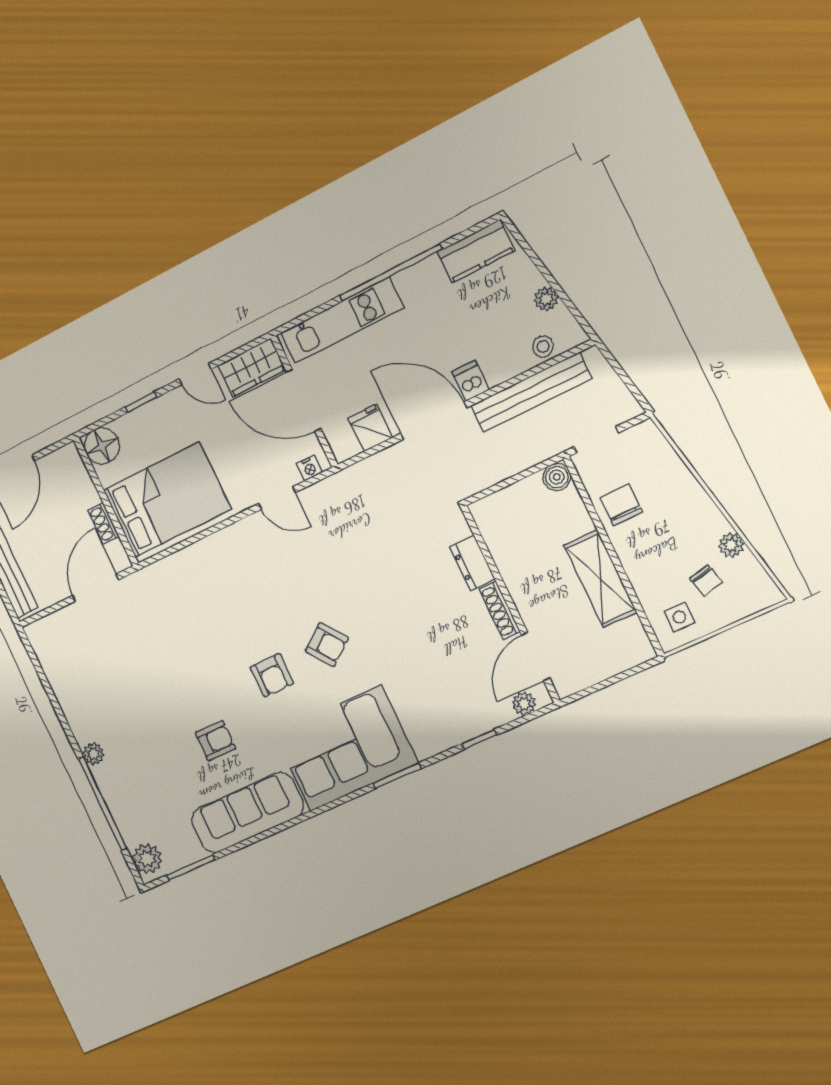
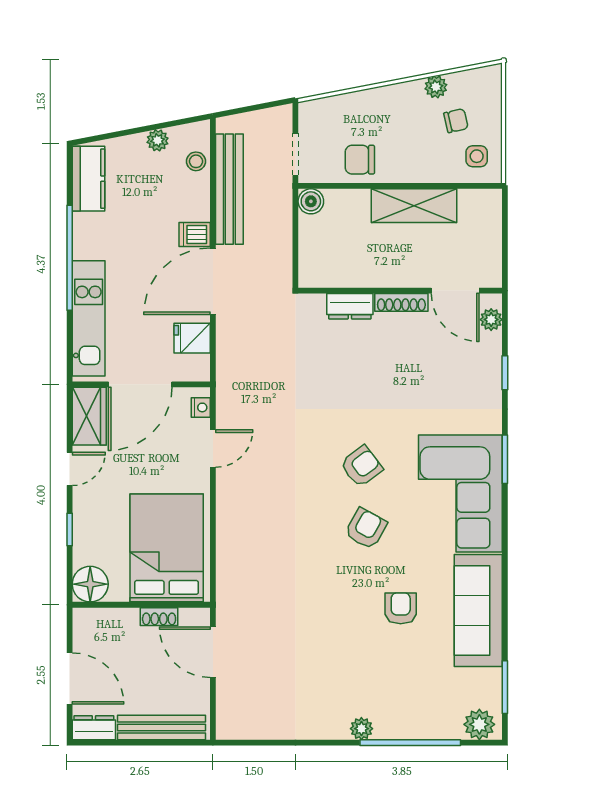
armchair: (272, 675) -> (366, 529), turned -61

